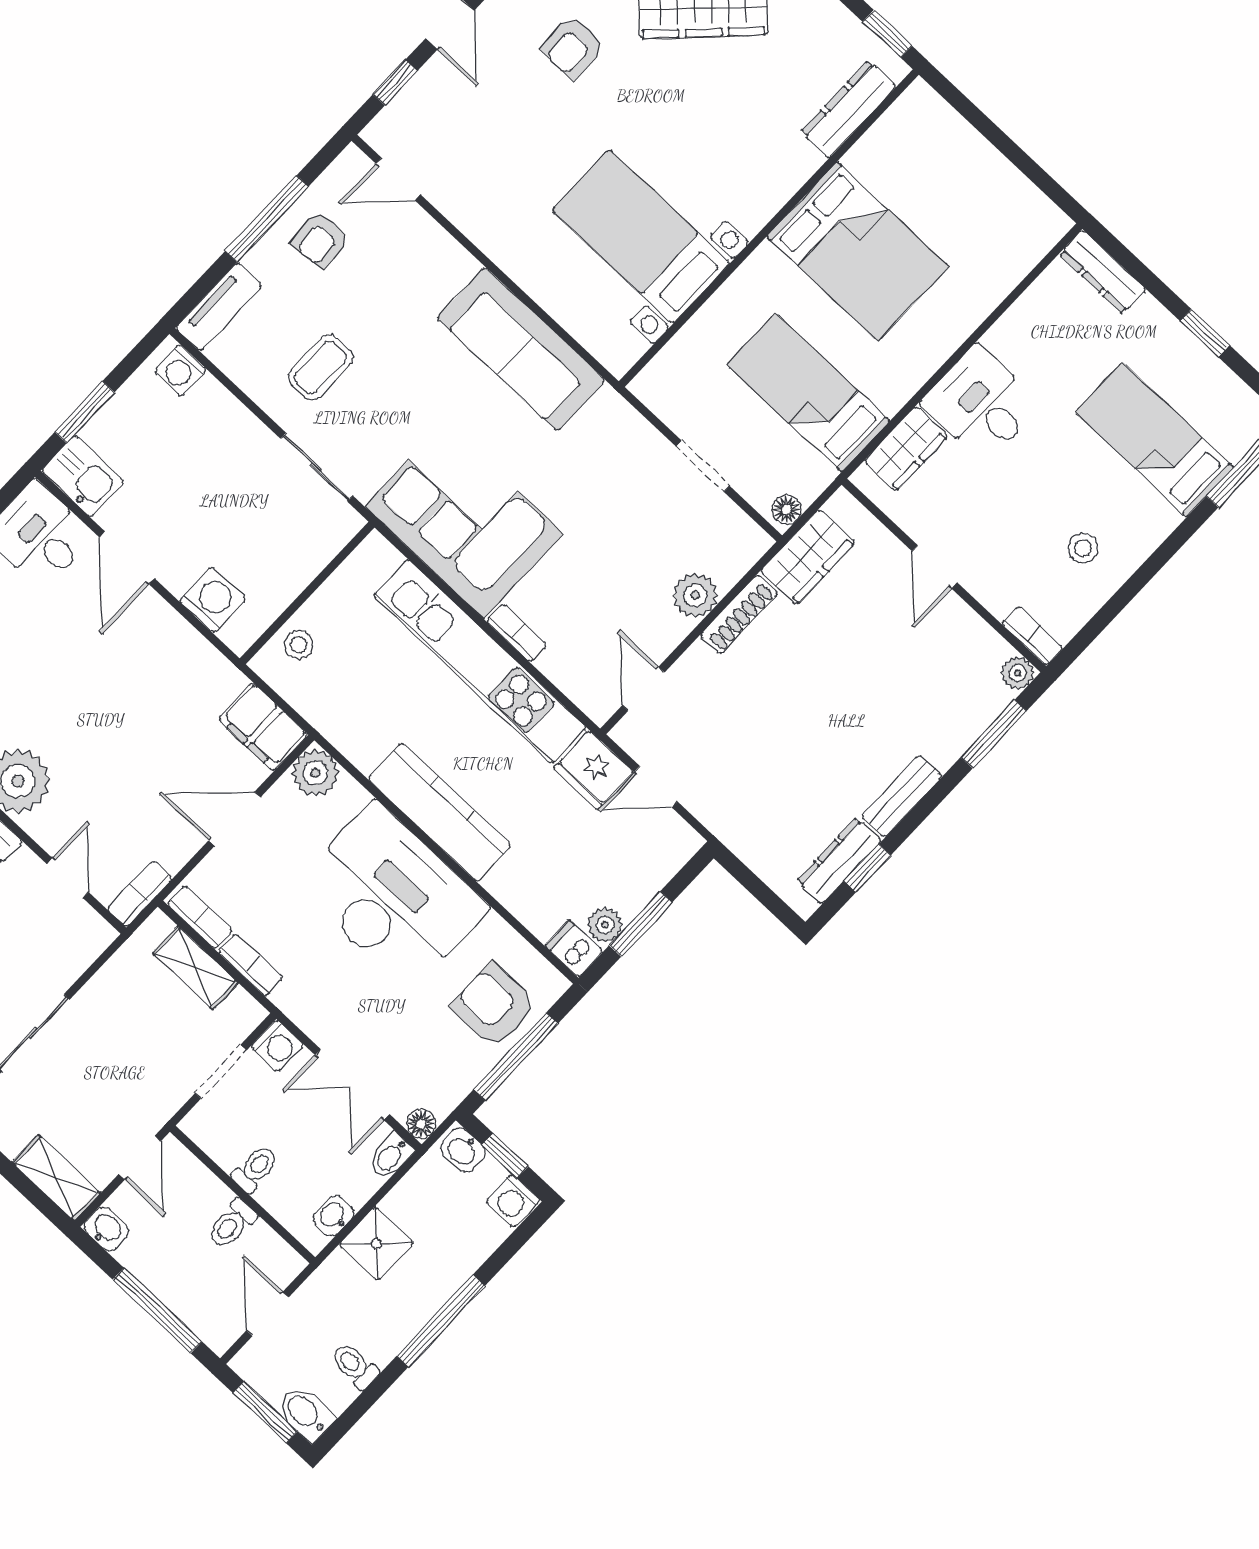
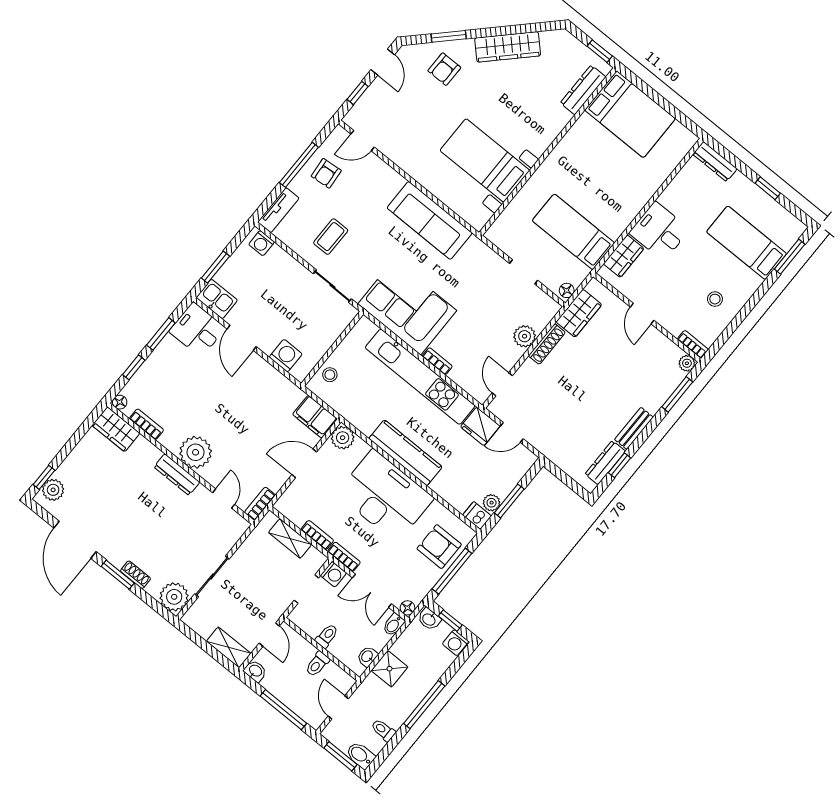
bed: (858, 251) -> (630, 114), moved
bookcase: (200, 917) -> (344, 557), moved

